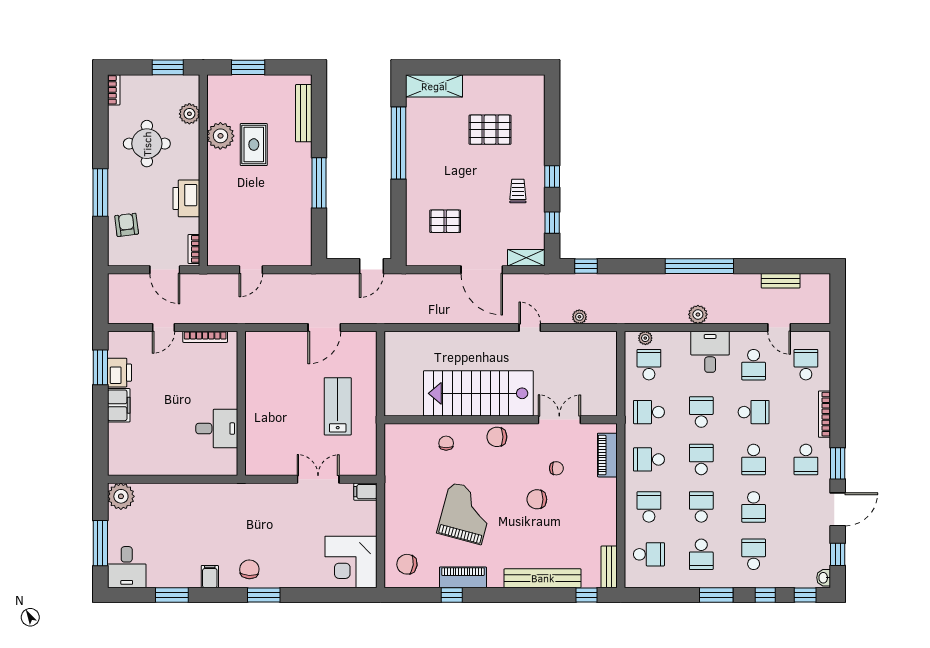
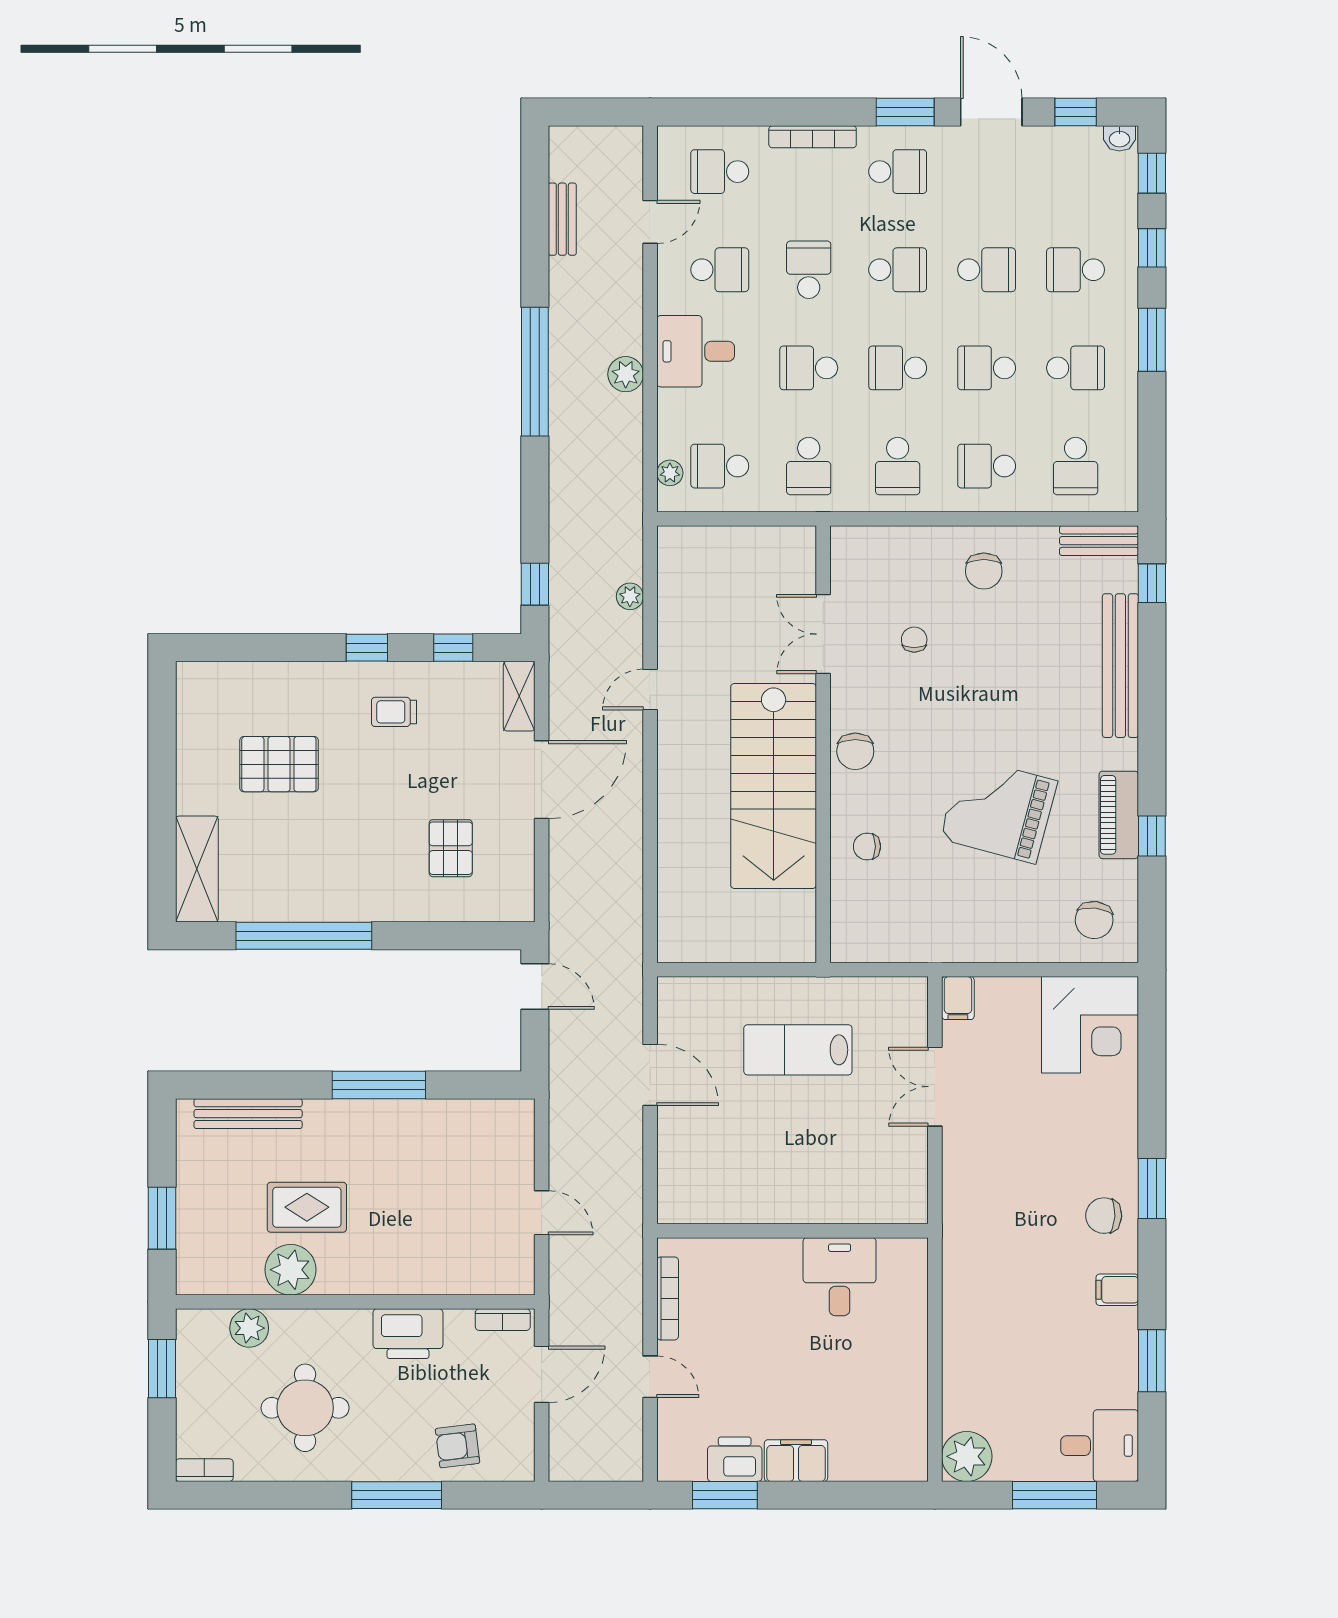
pallet: (490, 130) -> (279, 764), turned 90
piano: (607, 455) -> (889, 544), removed
chair: (537, 499) -> (984, 571), moved
school desk: (649, 554) -> (1076, 466), turned 180

